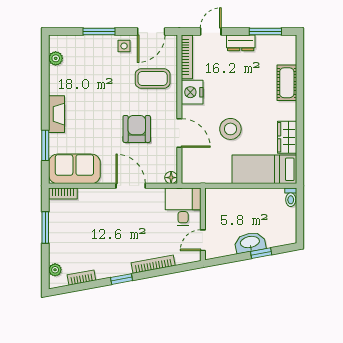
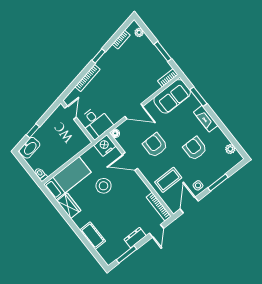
armchair: (95, 90) -> (195, 148), added
nightstand: (192, 92) -> (105, 146), moved, turned -90
armchair: (137, 129) -> (155, 145), turned 180
washbasin: (250, 243) -> (30, 148), moved

